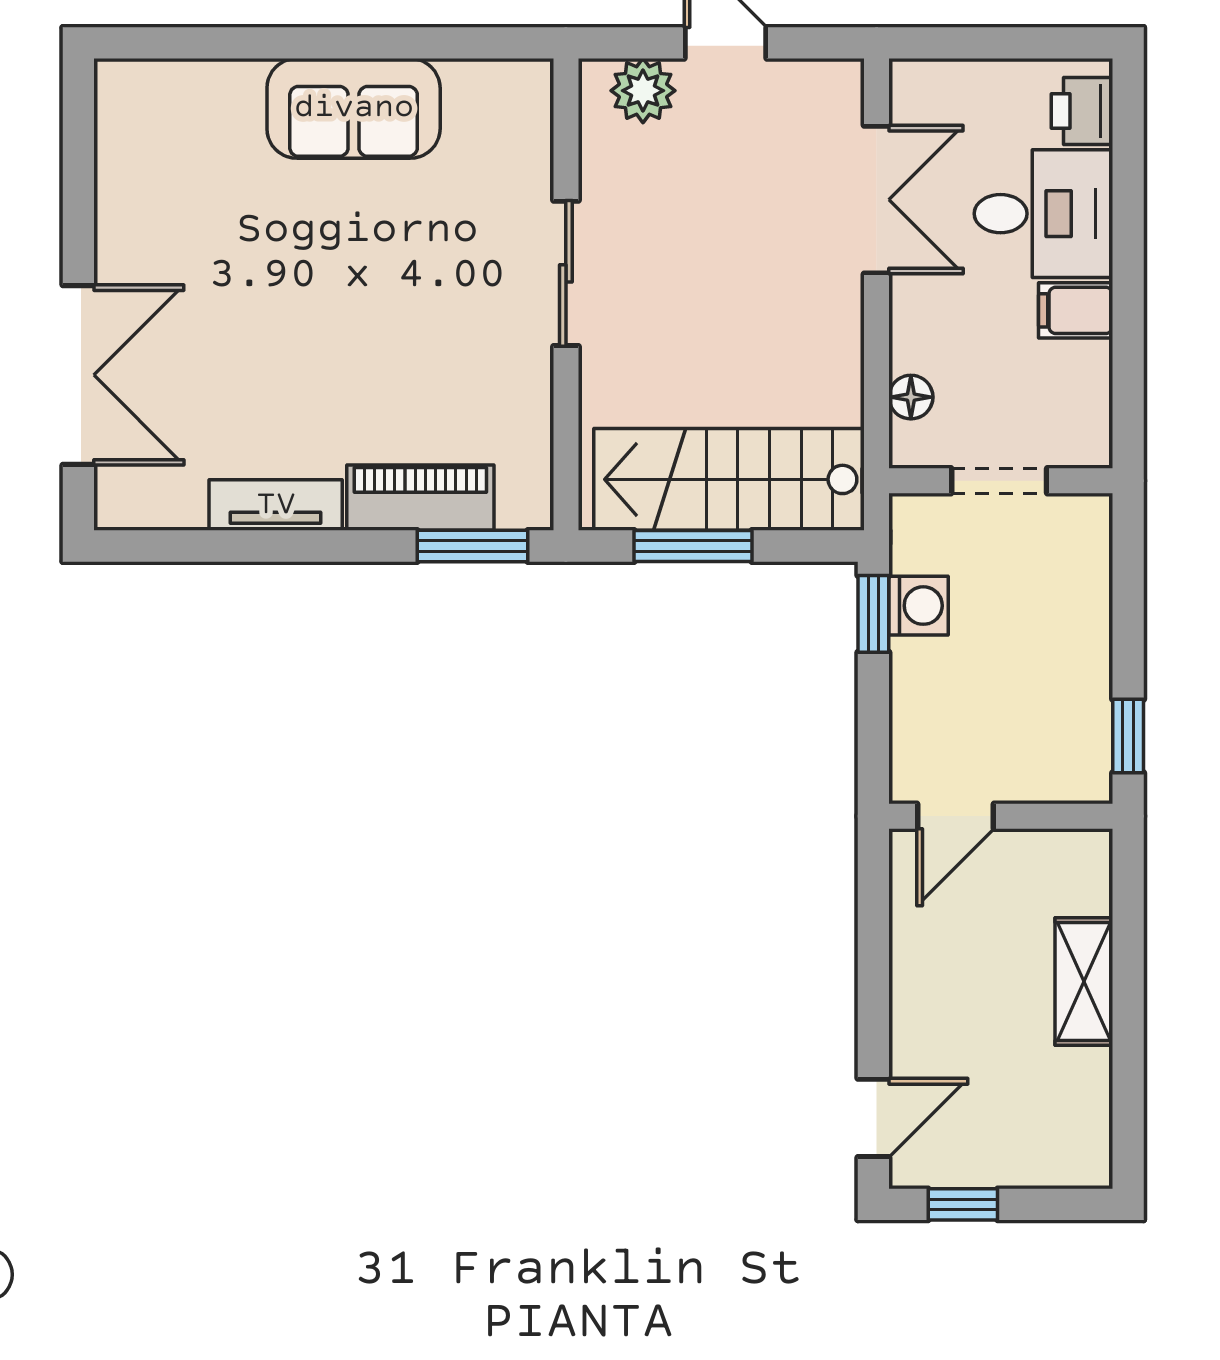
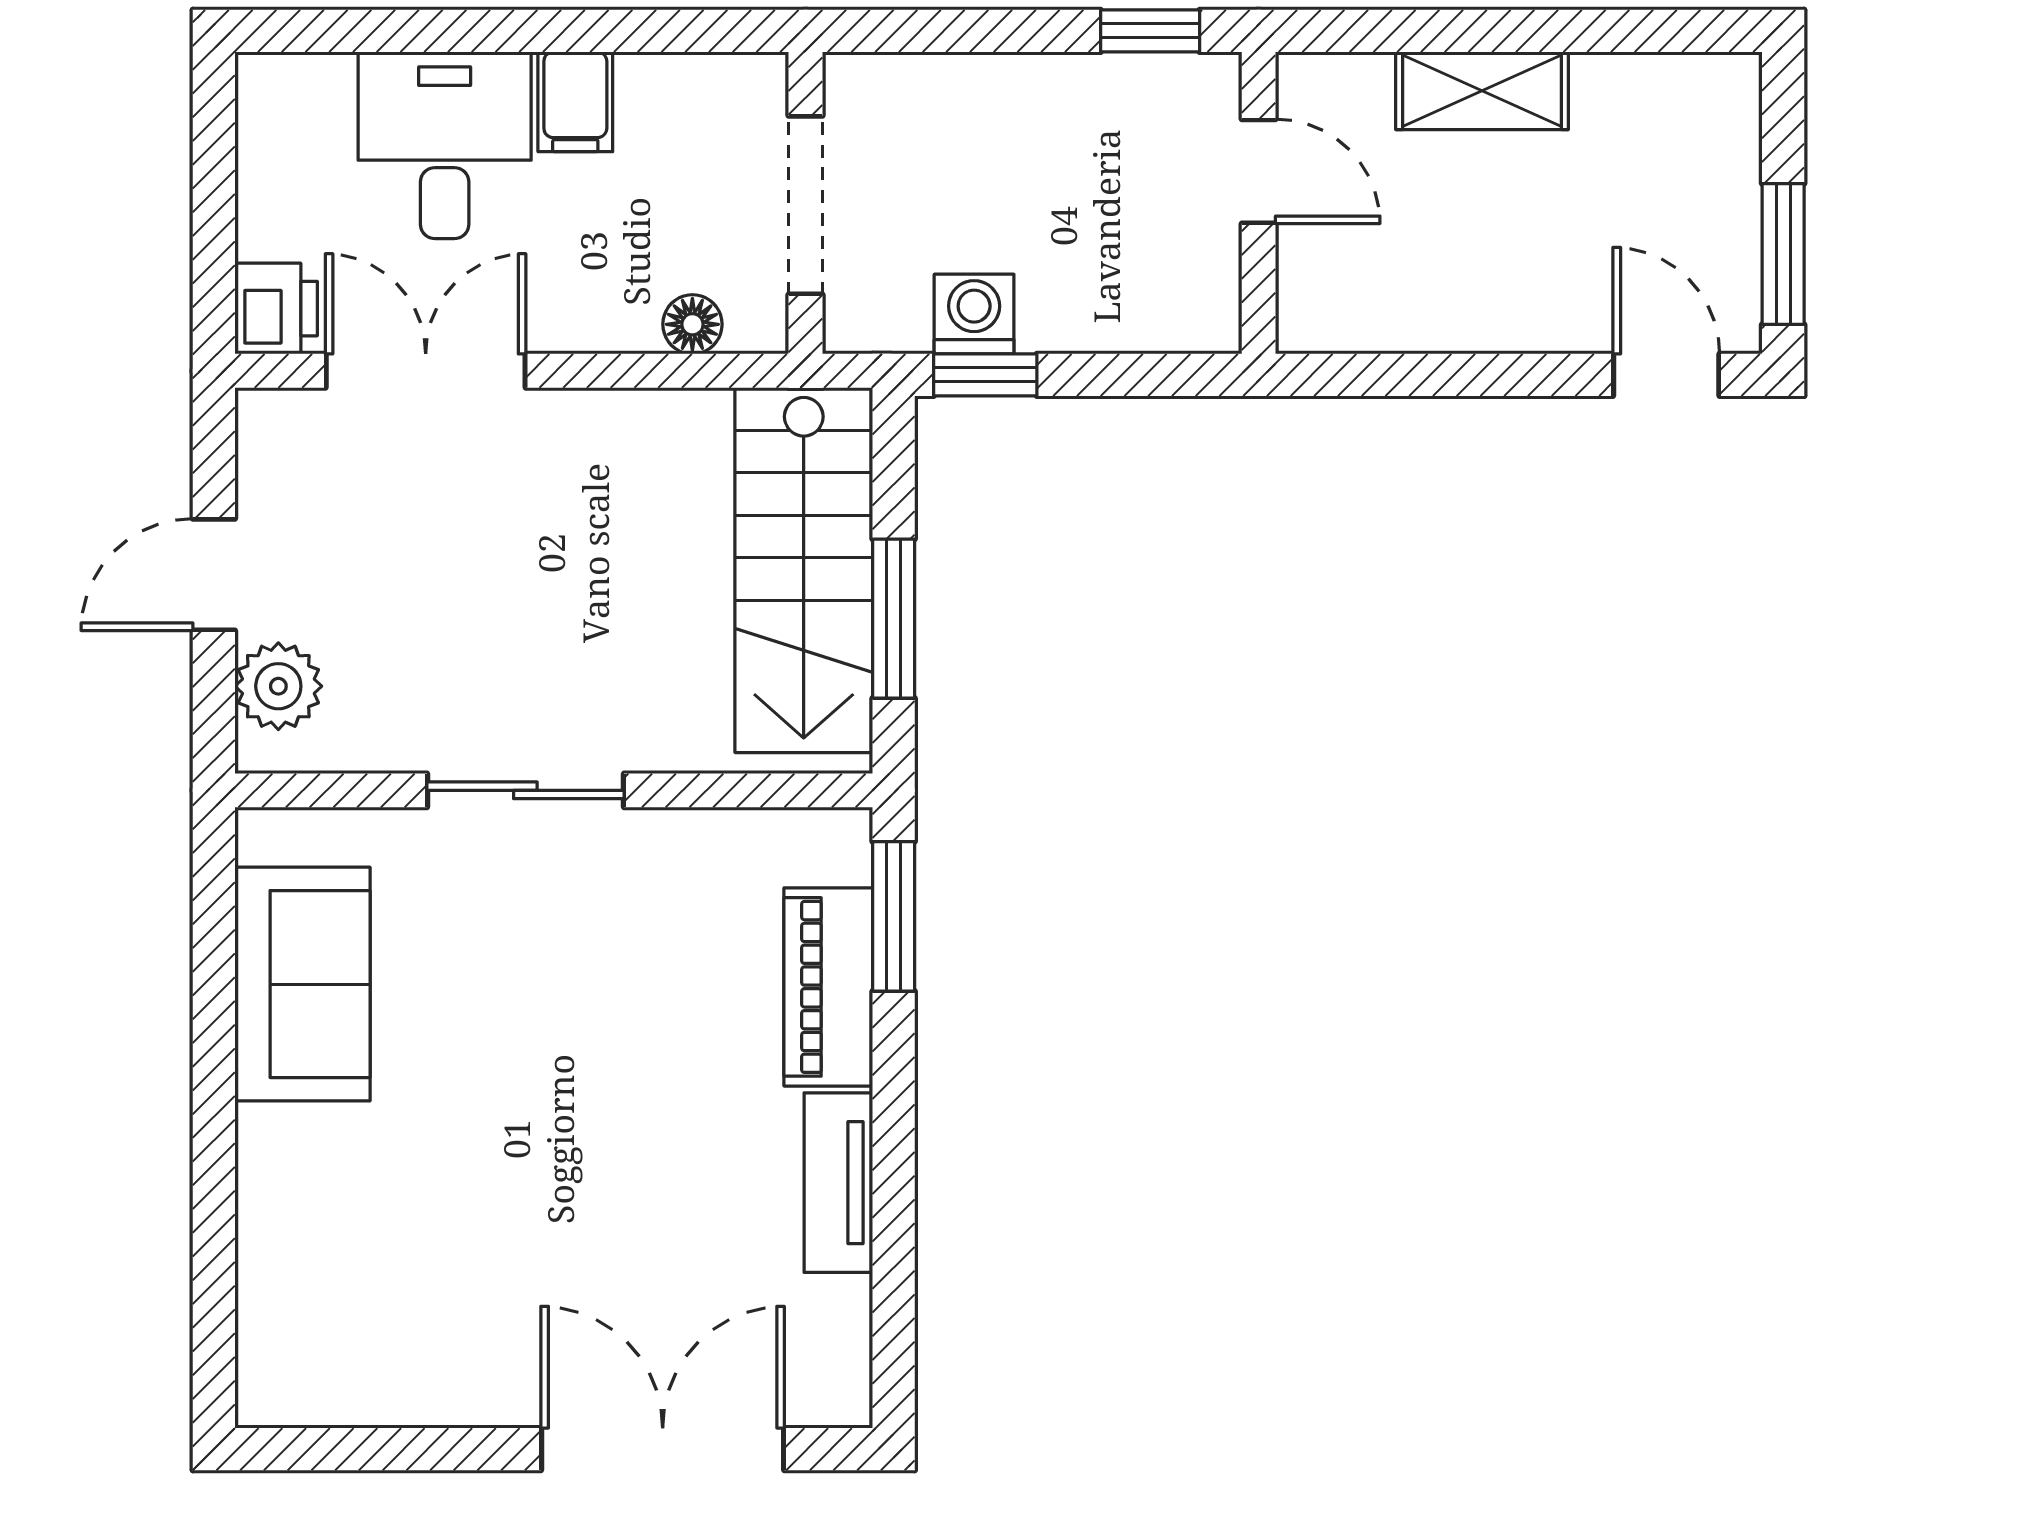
sofa: (354, 108) -> (302, 984), moved
printer: (1082, 111) -> (276, 309), moved, turned -90
doorway: (999, 481) -> (805, 205), width x1.38
door: (956, 816) -> (1259, 171), moved
window: (963, 1204) -> (1783, 254), width x1.50

